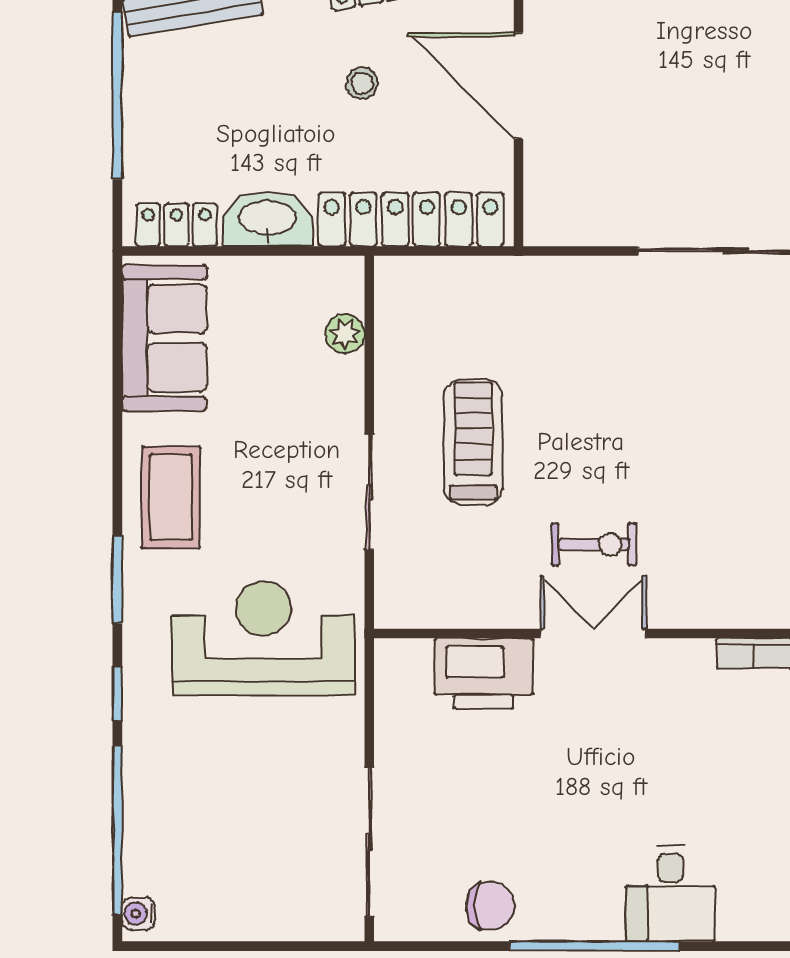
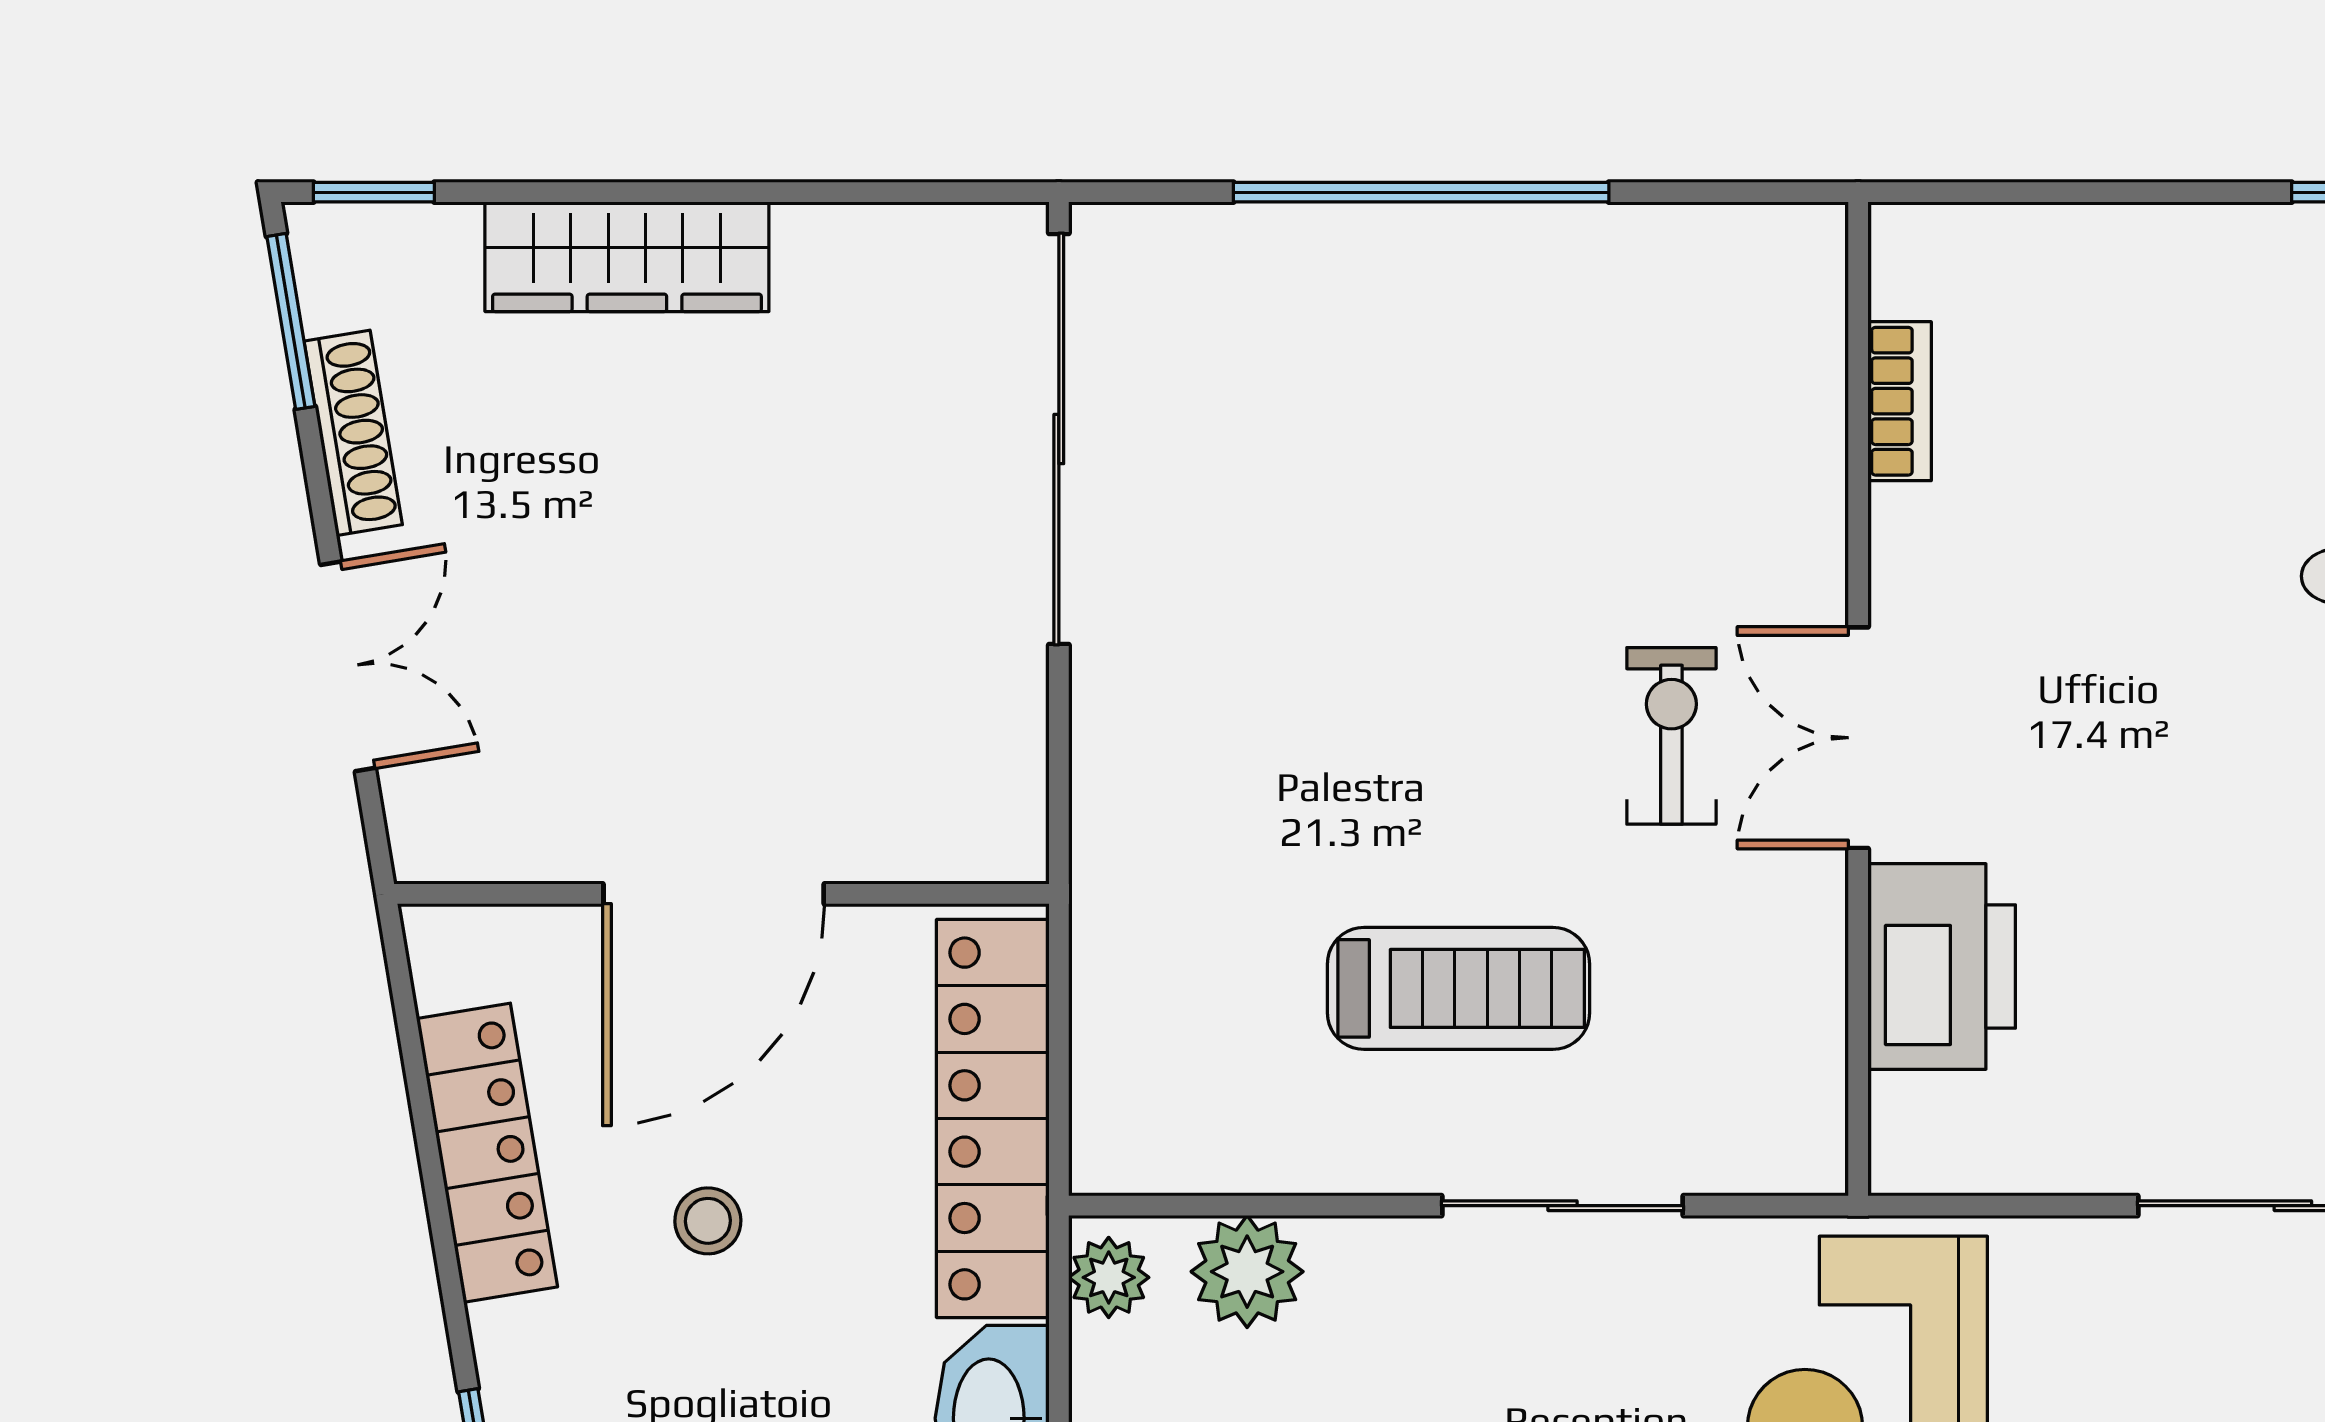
plant: (335, 275) -> (1109, 1277), added
plant: (345, 334) -> (1247, 1272), width x1.38, depth x1.38
treadmill: (473, 442) -> (1458, 988), turned 180

